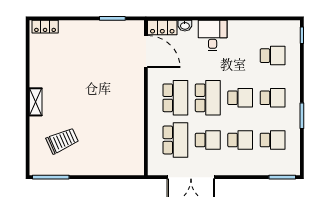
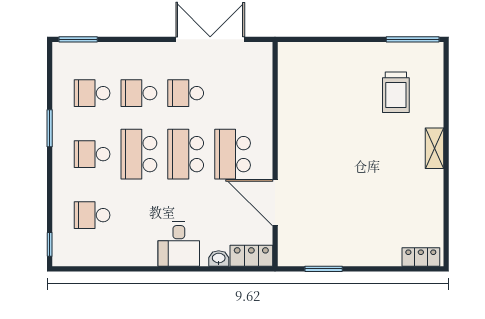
door: (146, 52) -> (275, 203), moved
school desk: (240, 98) -> (139, 154), width x1.85
school desk: (175, 140) -> (233, 93), removed
trolley: (62, 141) -> (396, 92), turned -66

